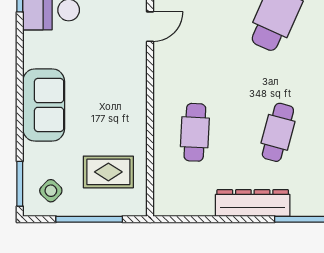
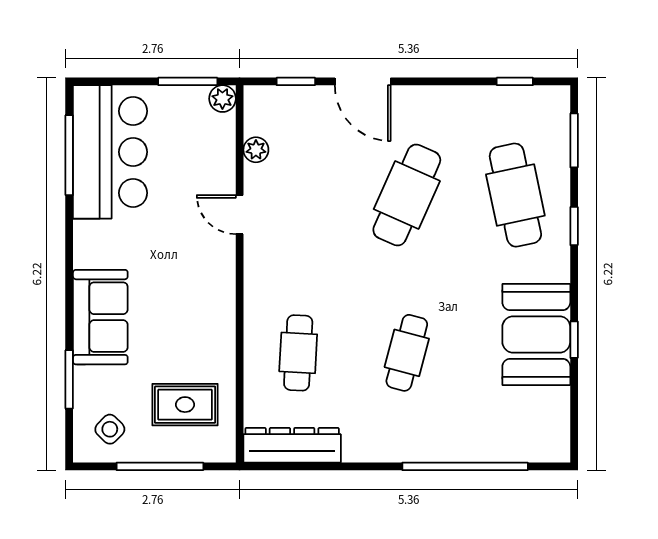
door: (150, 27) -> (240, 215), swing flipped
window: (20, 184) -> (69, 379), moved
dresser: (253, 203) -> (292, 445), moved

